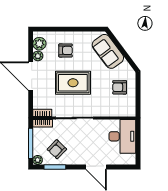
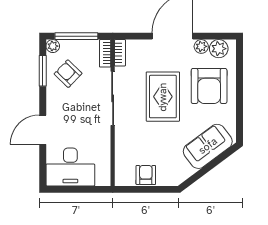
armchair: (66, 50) -> (209, 86), width x1.88, depth x1.88
armchair: (120, 87) -> (146, 175), moved
desk: (122, 136) -> (70, 167), moved

